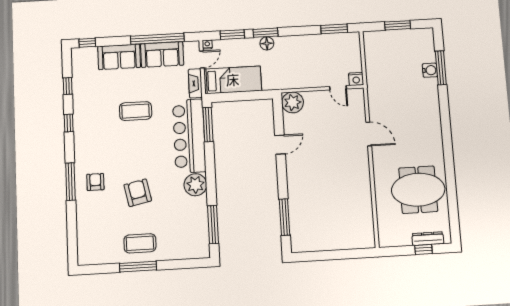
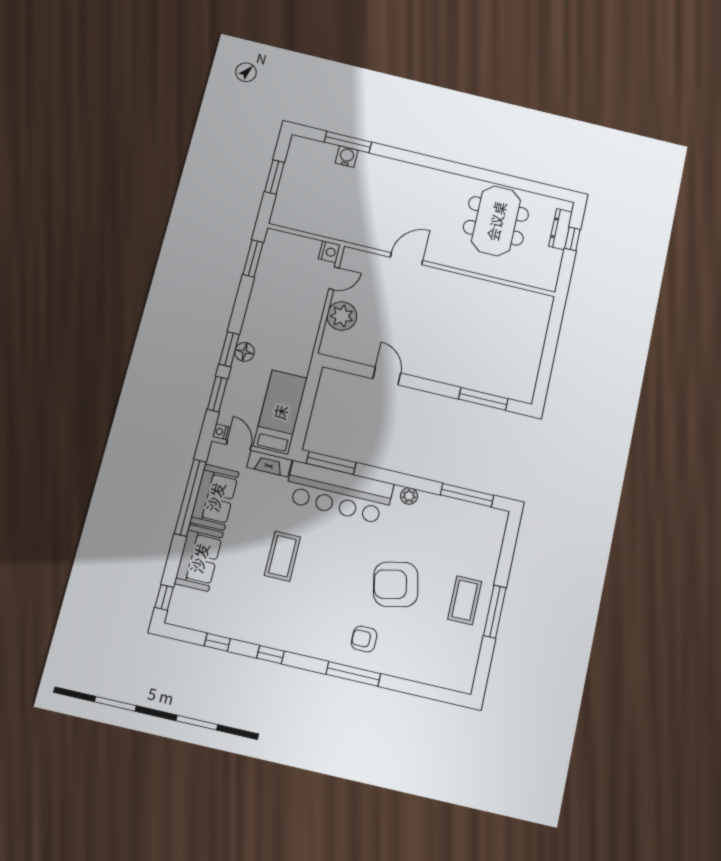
plant: (293, 102) -> (342, 316), moved
plant: (195, 185) -> (409, 496), width x0.53, depth x0.53
armchair: (138, 193) -> (396, 584), width x1.36, depth x1.36

